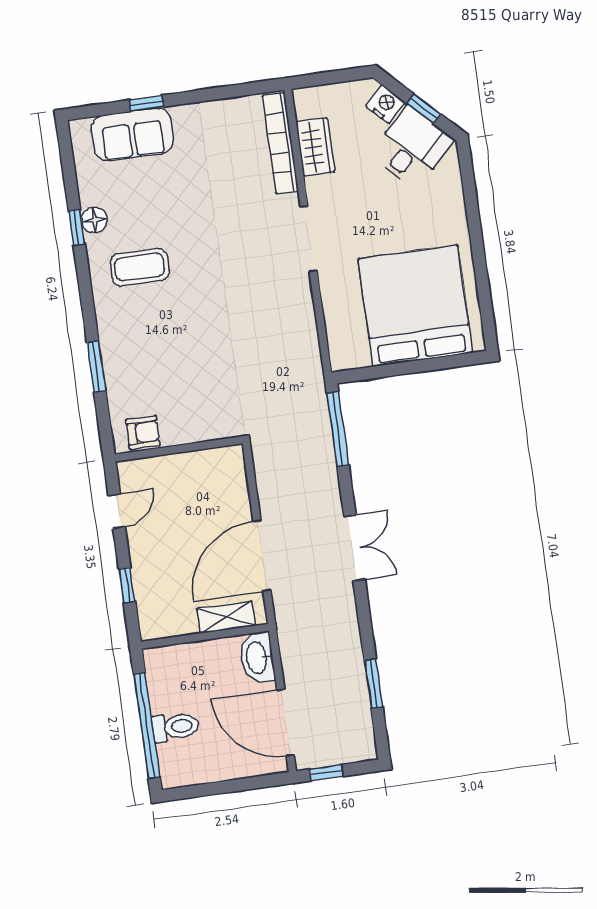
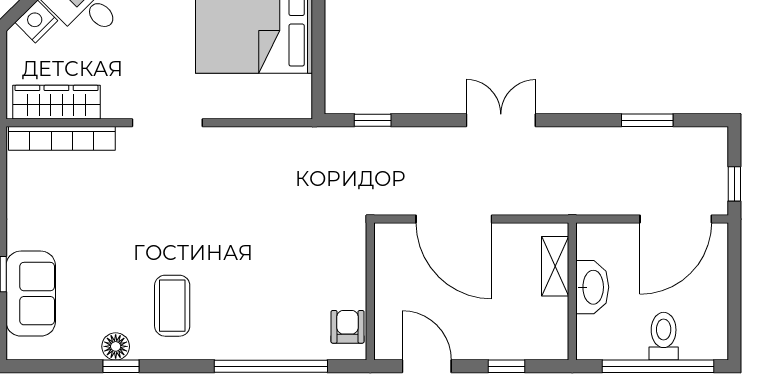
wardrobe: (315, 147) -> (56, 102), width x1.50
window: (96, 367) -> (271, 366), width x2.11
window: (338, 429) -> (373, 120), width x0.46
door: (117, 511) -> (427, 366), width x1.38
door: (262, 556) -> (454, 219), moved
washbasin: (257, 658) -> (592, 287), moved, turned -90

